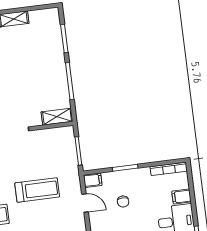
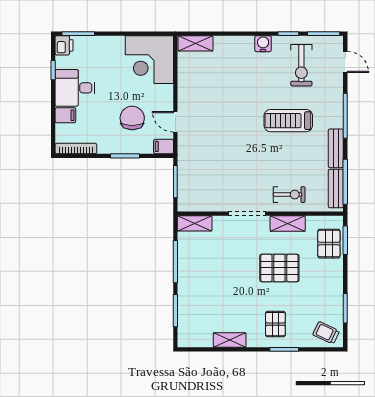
treadmill: (37, 190) -> (228, 143), removed
chair: (123, 202) -> (132, 118), width x1.87, depth x1.87

